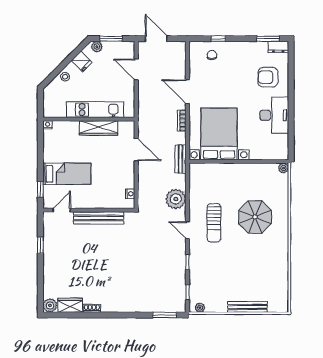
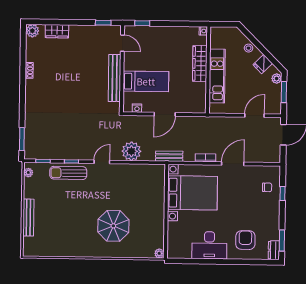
wardrobe: (99, 128) -> (200, 63), moved
door: (136, 150) -> (165, 114), moved
bed: (67, 174) -> (146, 81), moved, turned -90
sun lounger: (214, 223) -> (68, 173), moved
window: (40, 245) -> (103, 23), moved
wardrobe: (70, 305) -> (57, 31), moved, turned 90

